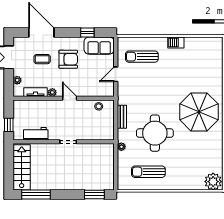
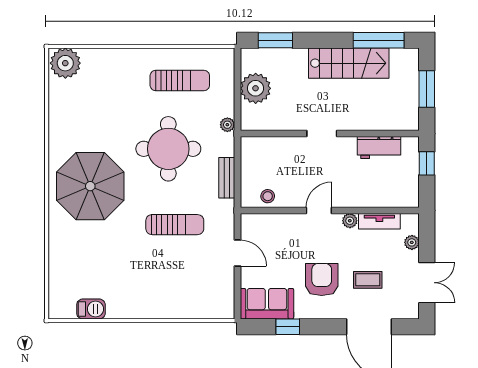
barbecue: (176, 43) -> (91, 309), moved
sun lounger: (142, 57) -> (175, 225), moved
armchair: (68, 59) -> (322, 280), turned 90
door: (116, 74) -> (237, 253), hinge flipped
door: (70, 98) -> (319, 210), swing flipped
window: (9, 167) -> (427, 89), added
stairs: (22, 167) -> (349, 63), moved, turned -90
plant: (106, 167) -> (256, 88), added

